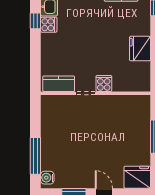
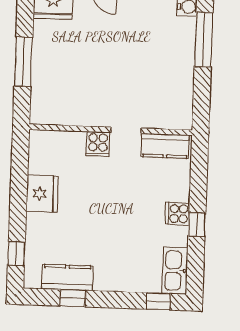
window: (35, 21) -> (197, 225), moved
cooker: (49, 25) -> (177, 214), moved

